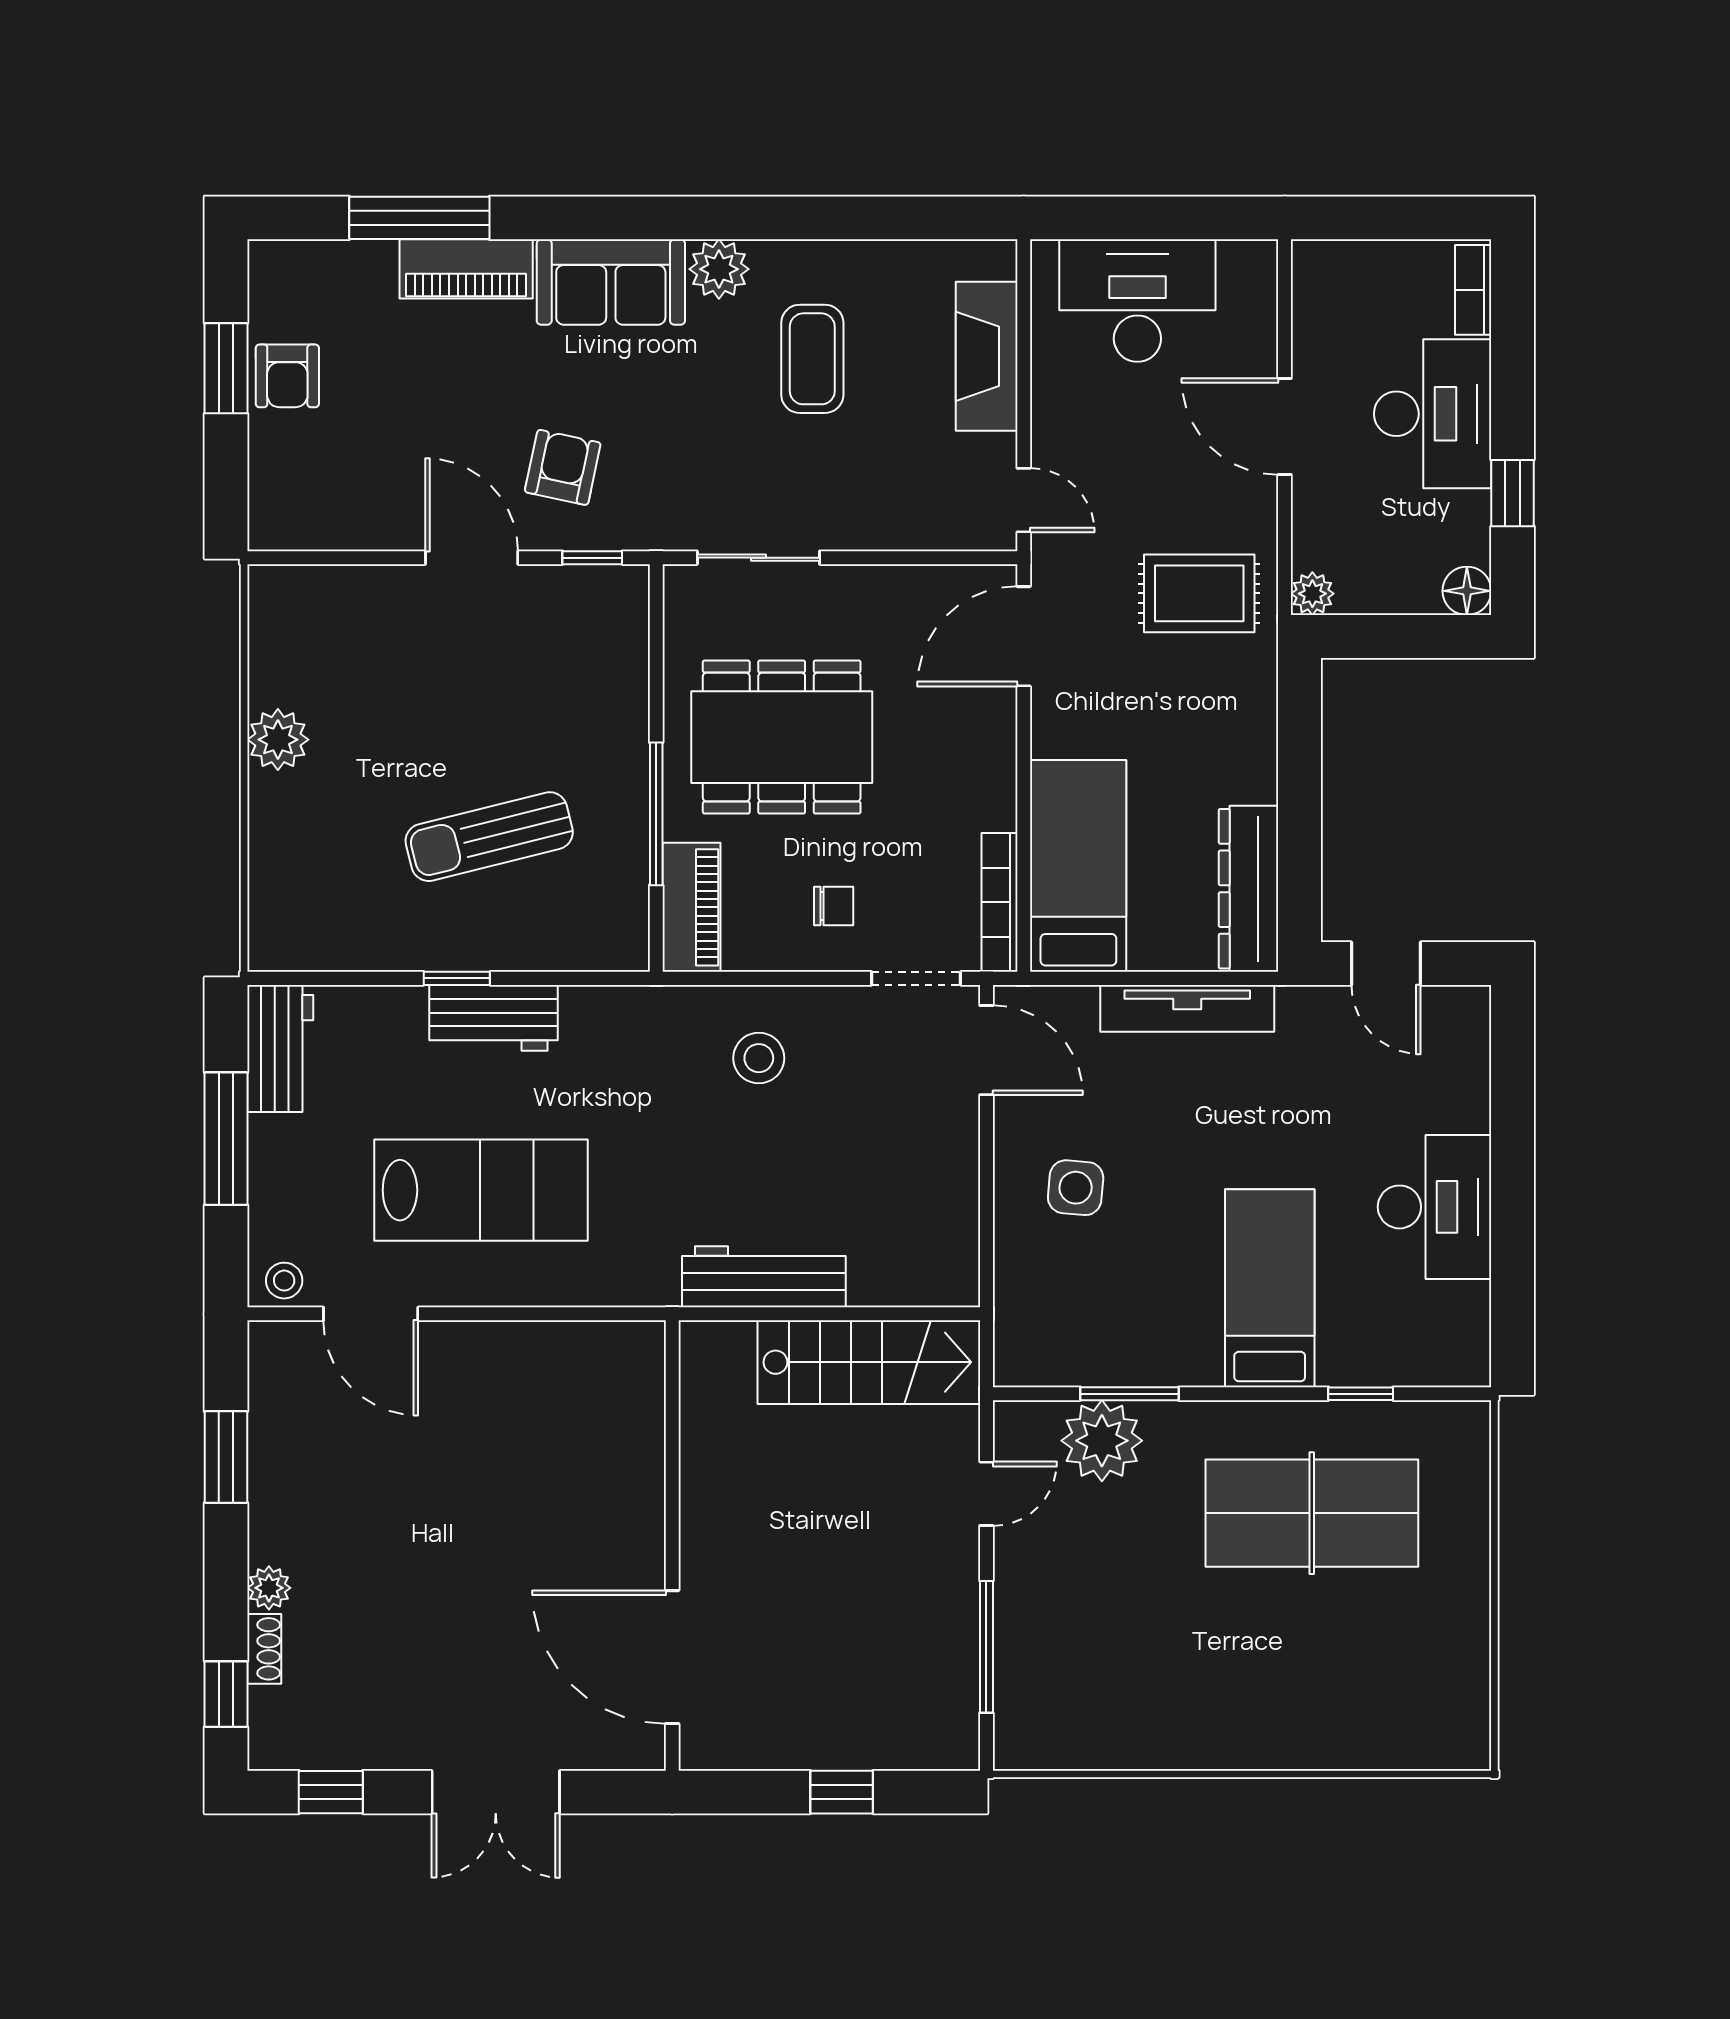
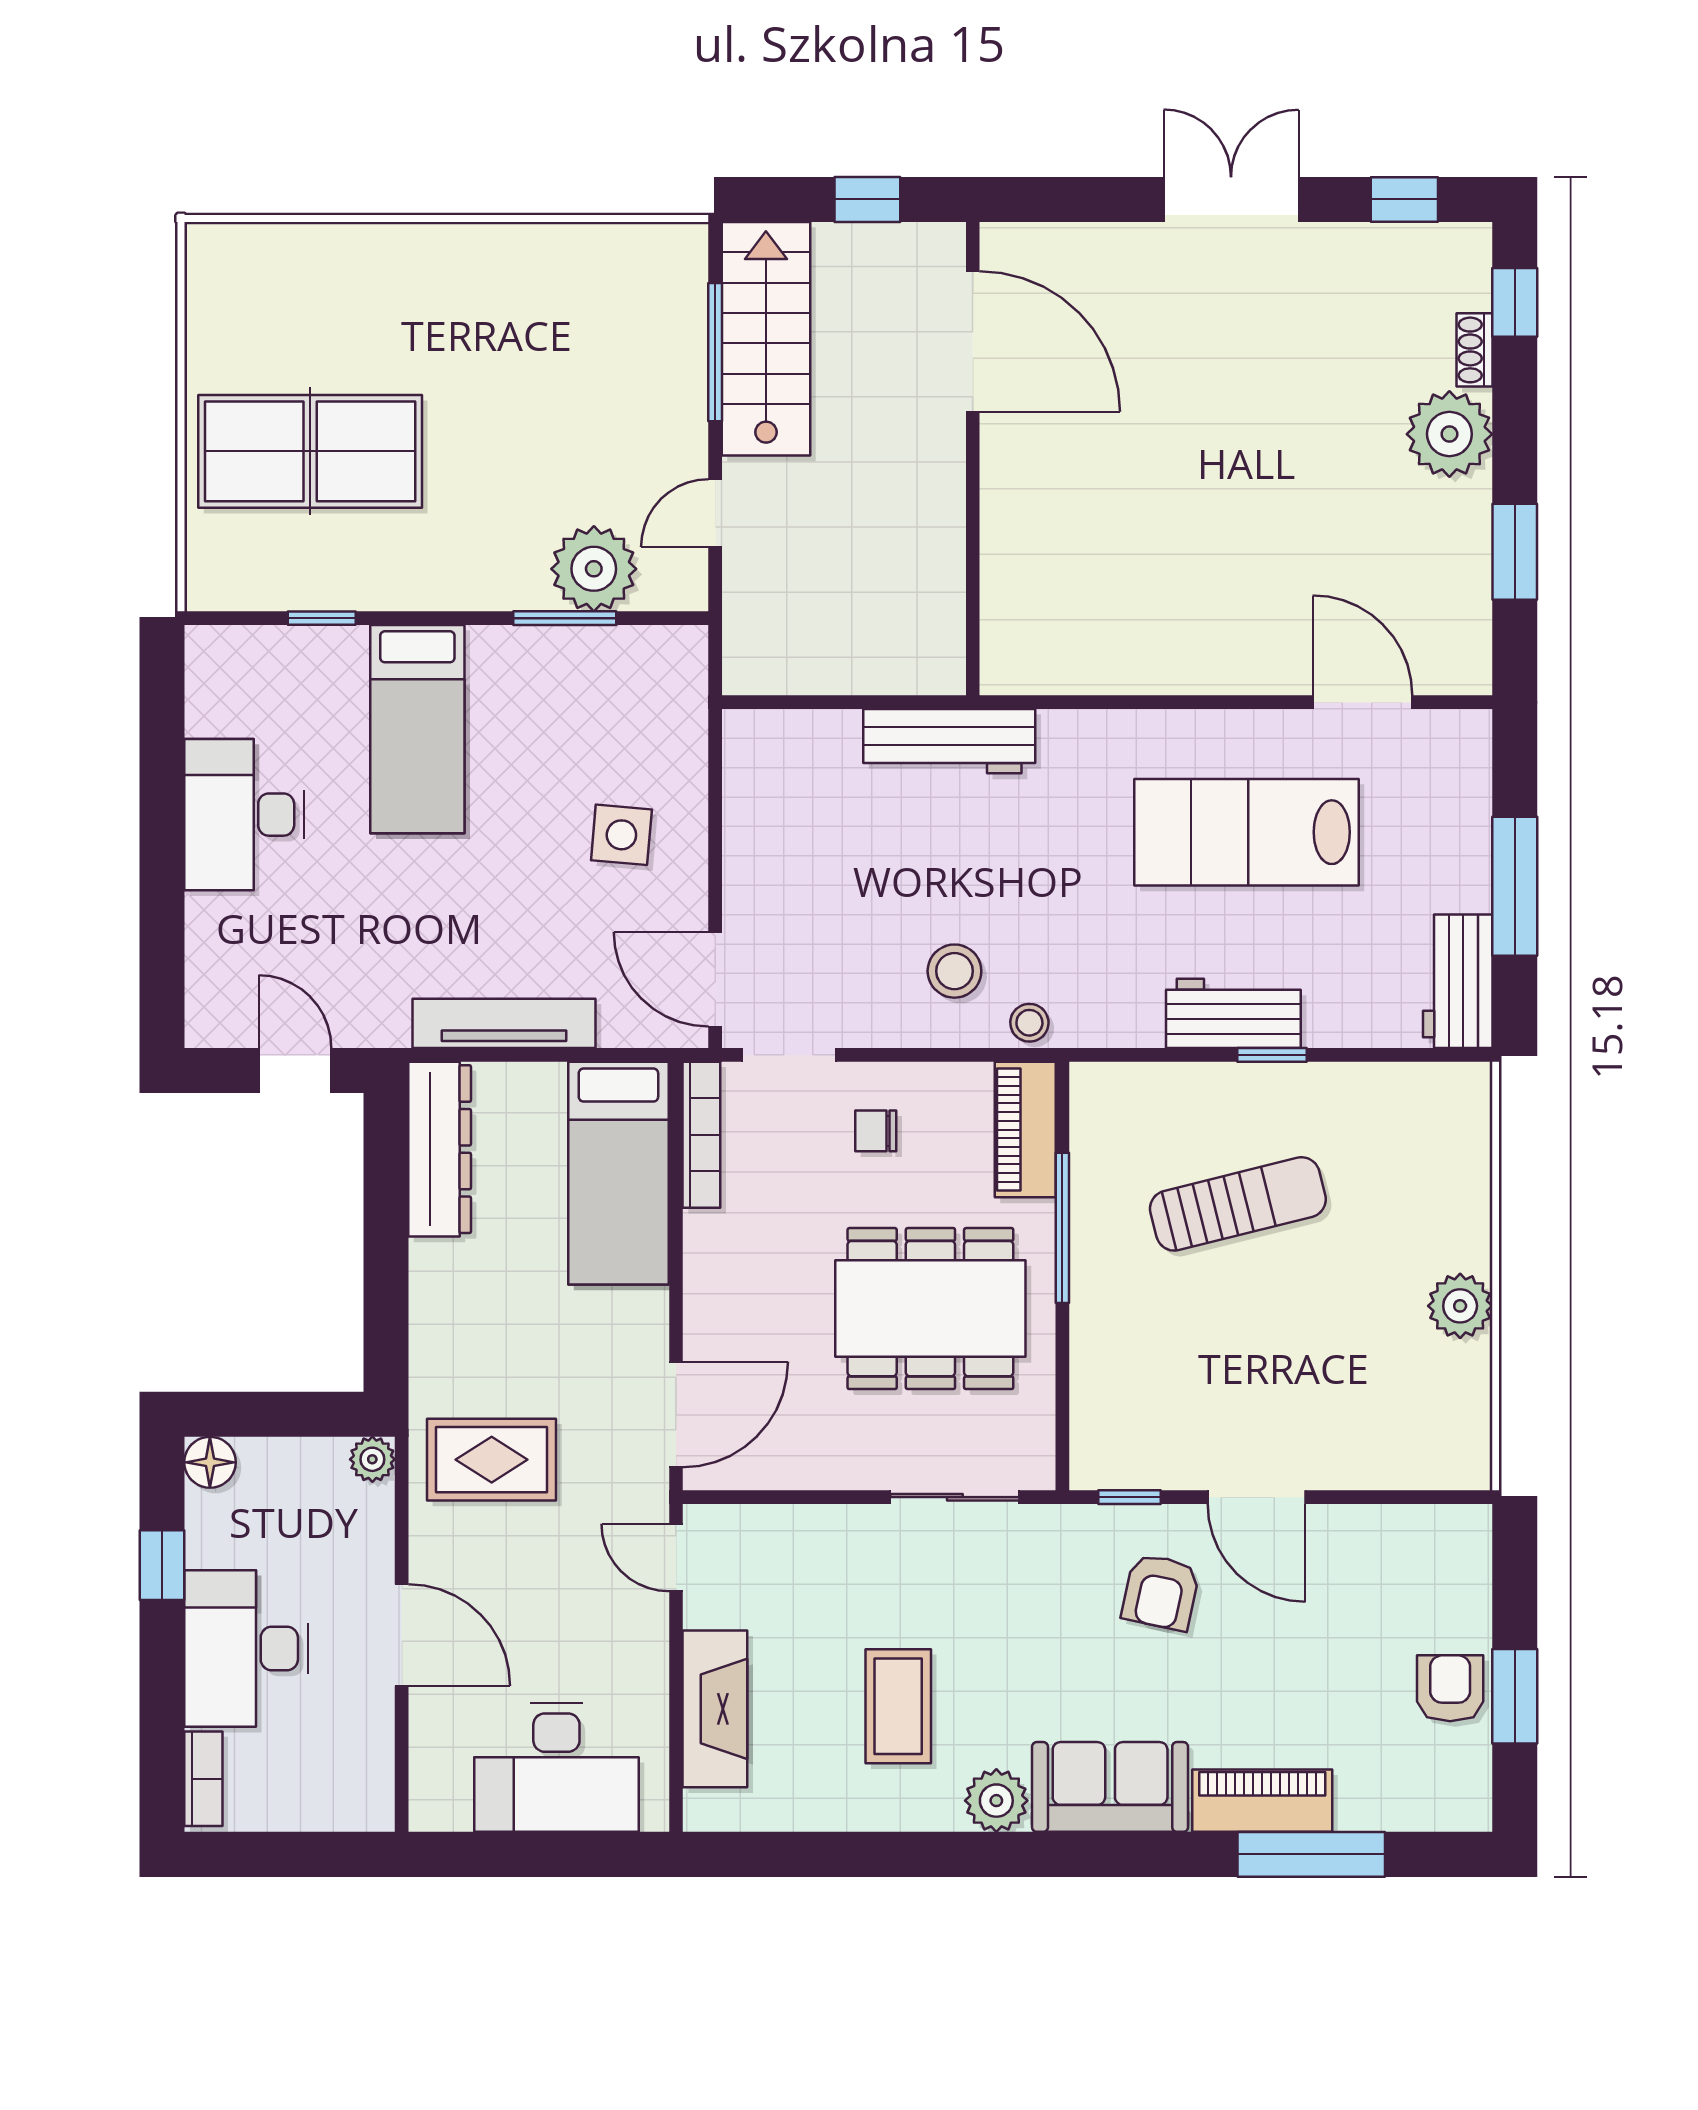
stool: (284, 1281) -> (1029, 1023), moved
stairs: (869, 1362) -> (766, 339), moved, turned 90
table tennis table: (1312, 1513) -> (310, 451), moved
wall: (672, 1546) -> (973, 459), moved
plant: (269, 1588) -> (1449, 434), width x1.87, depth x1.87
door: (672, 1657) -> (973, 341), moved

